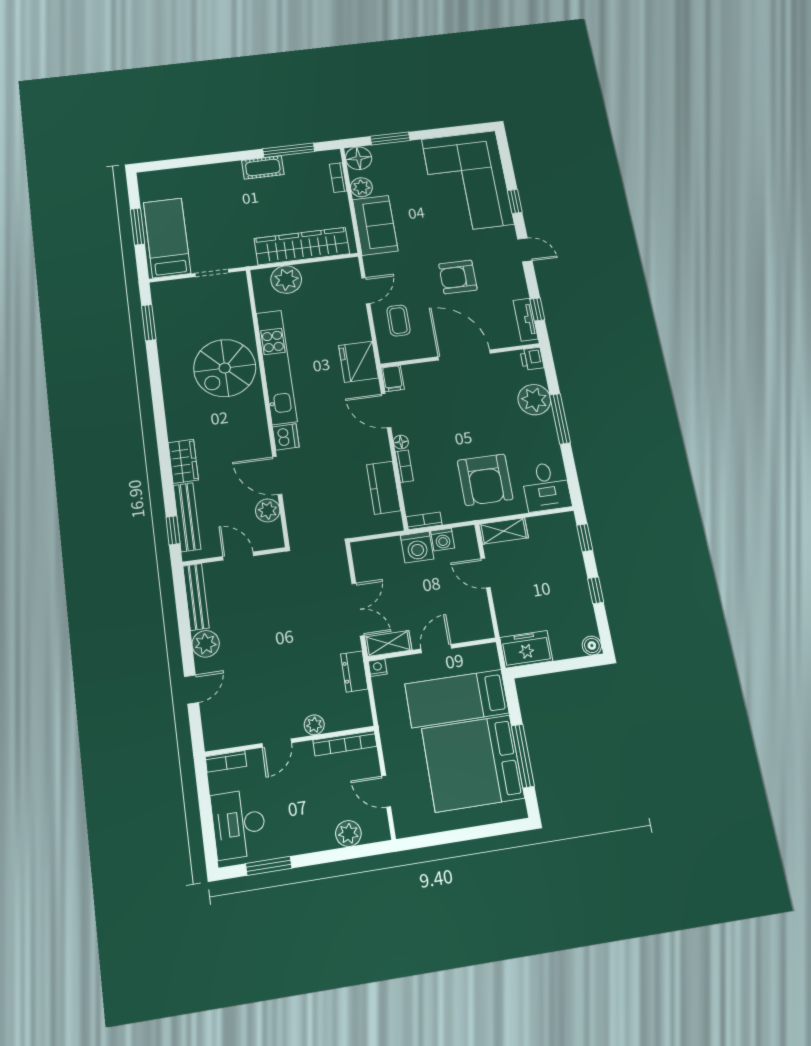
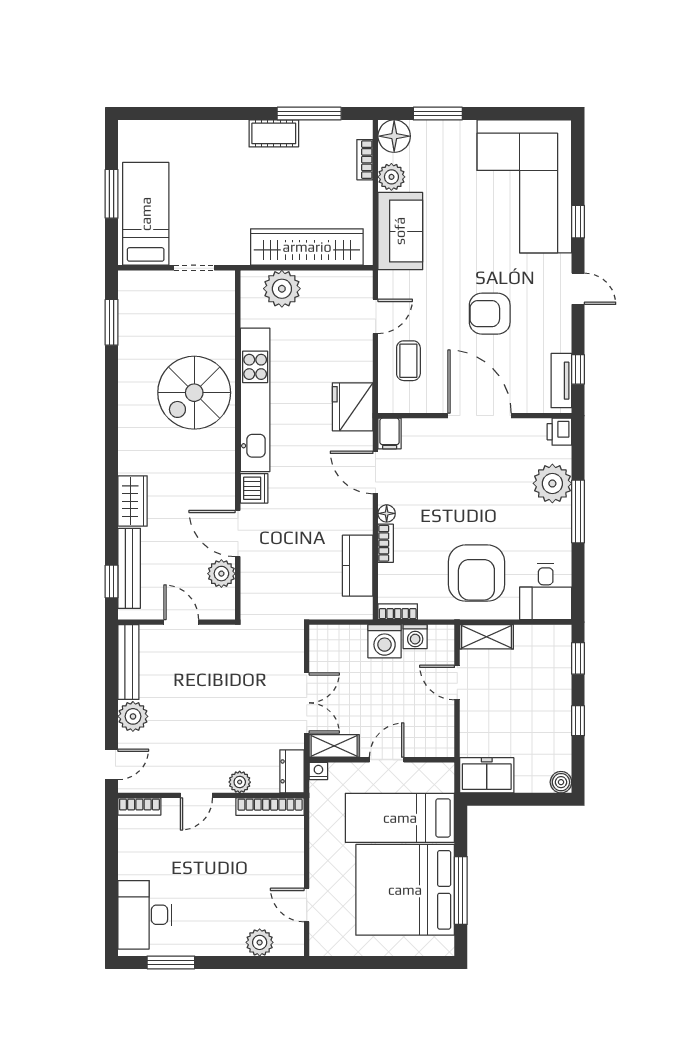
plant: (314, 725) -> (240, 782), moved
wall: (290, 741) -> (211, 795), moved
door: (277, 743) -> (196, 795), moved
bookcase: (345, 743) -> (270, 807), moved
bookcase: (226, 761) -> (139, 807), moved

